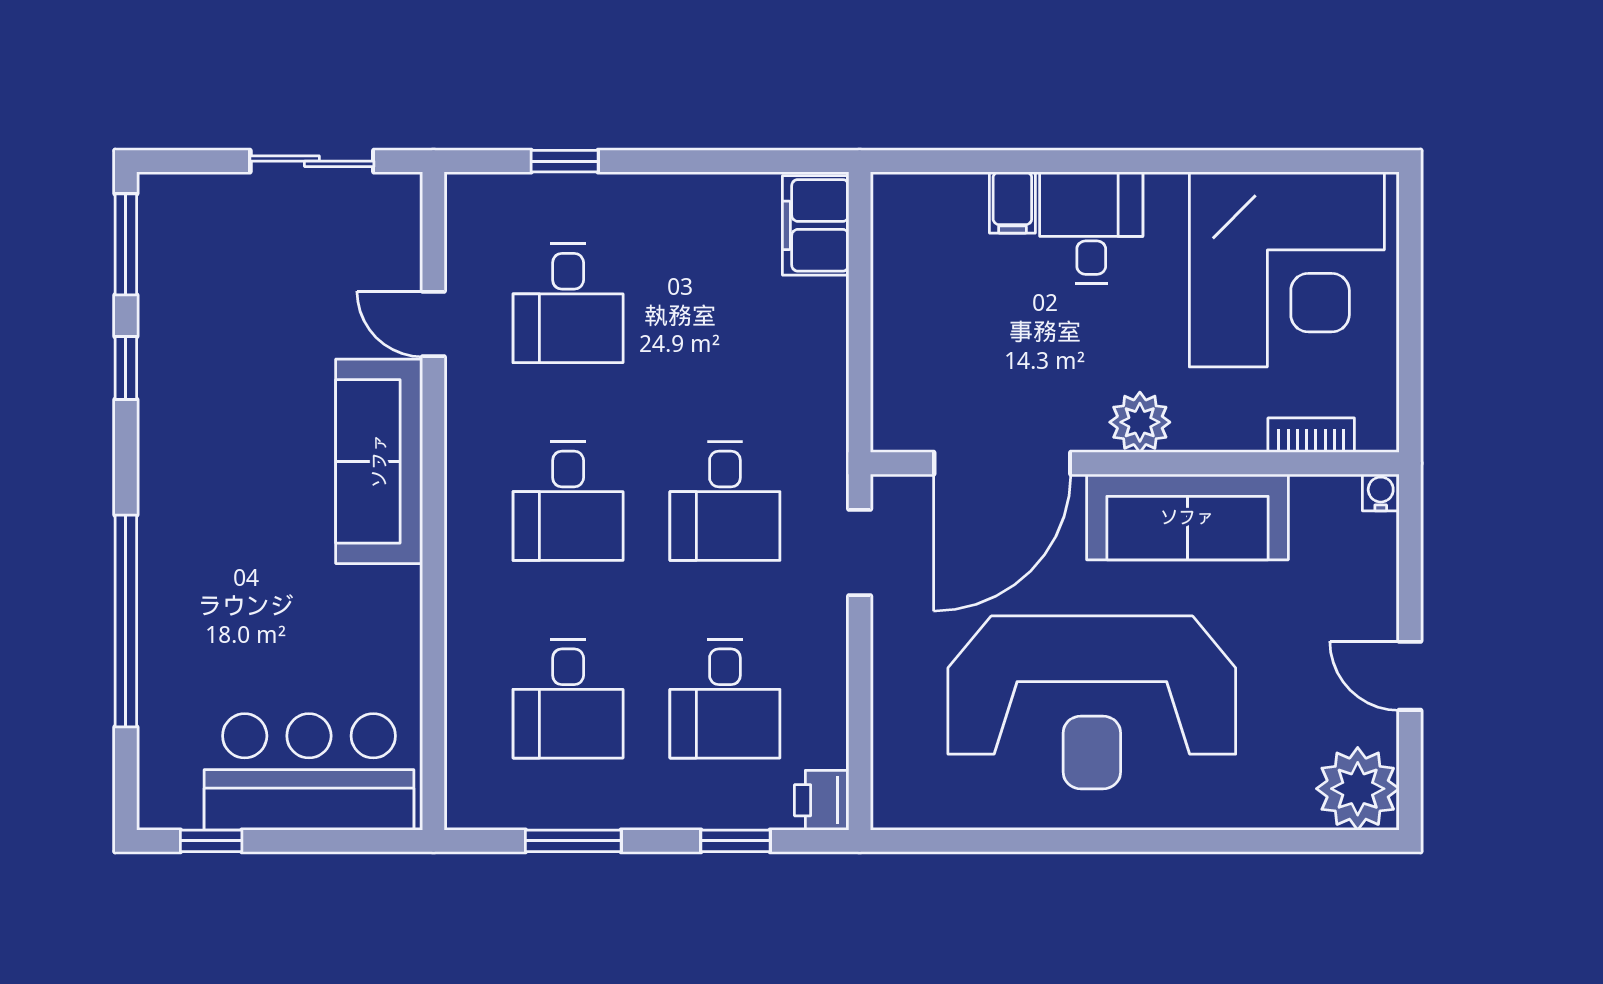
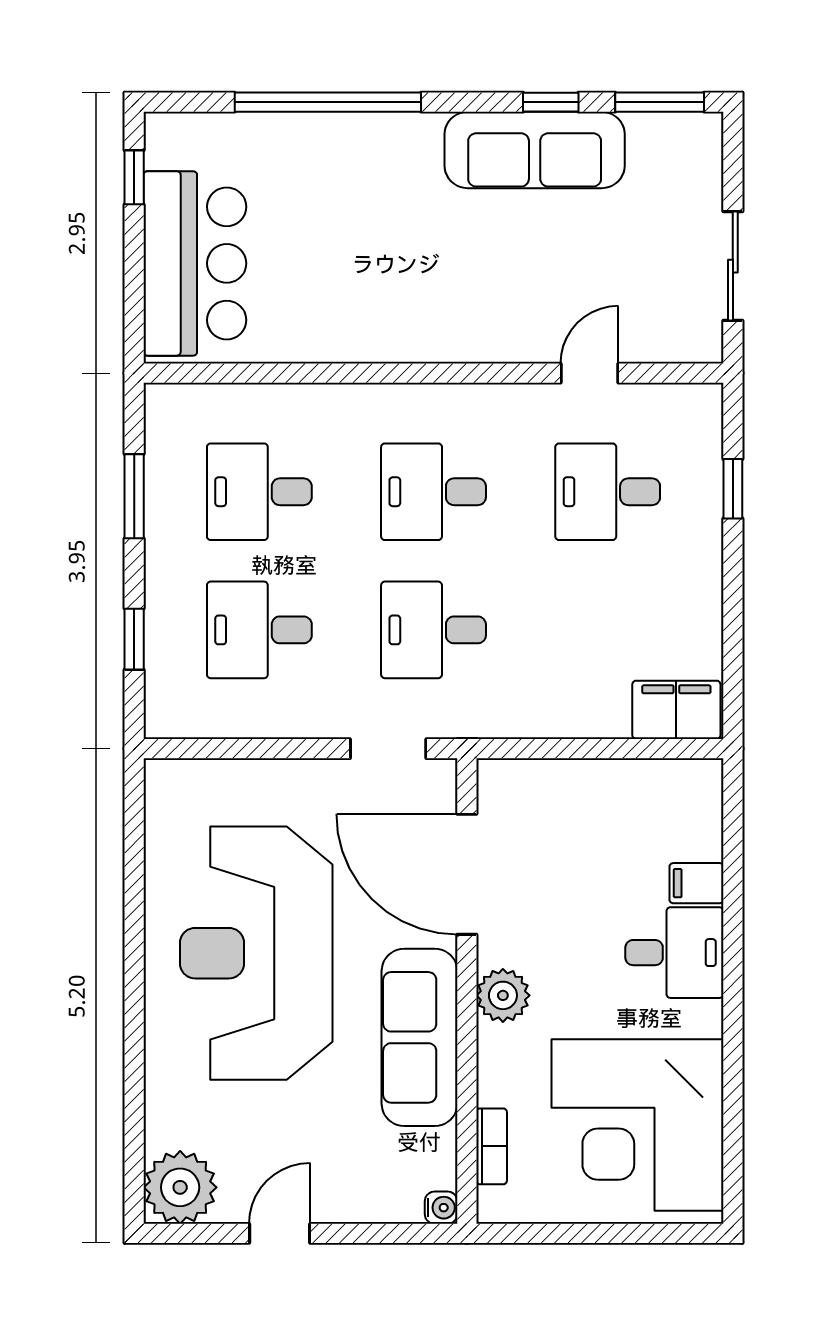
sofa: (379, 461) -> (535, 150), moved, turned 180
printer: (822, 800) -> (170, 715), removed

